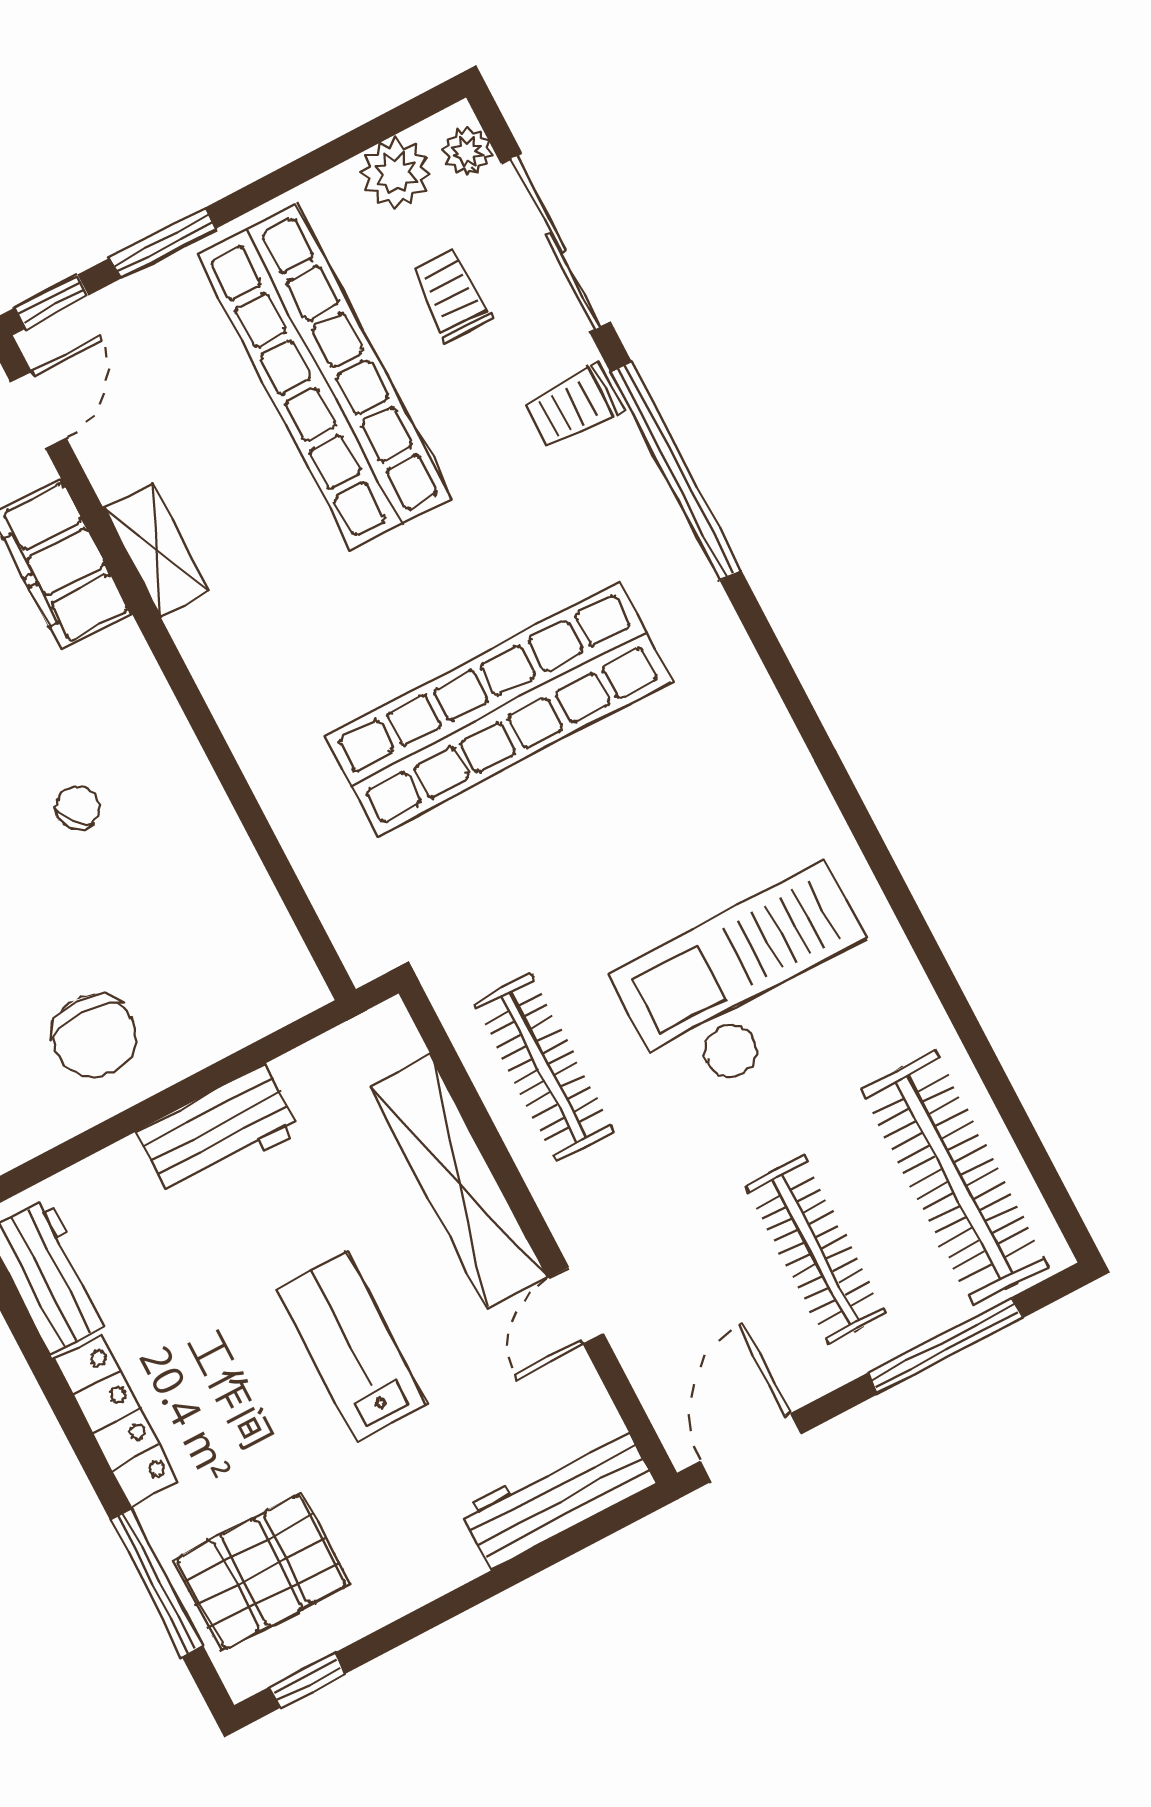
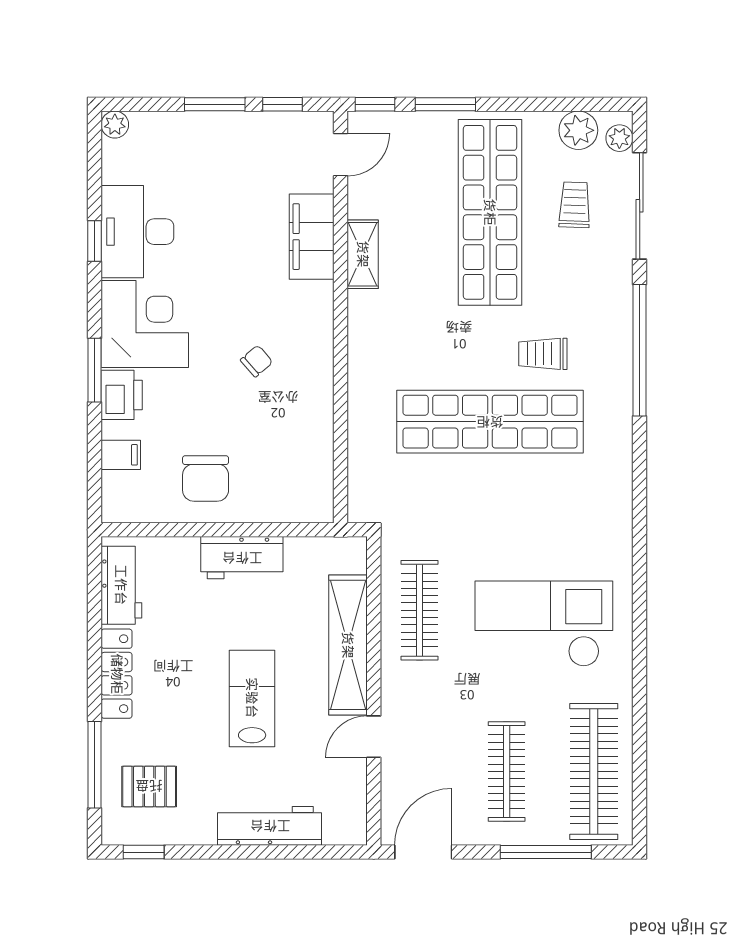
trolley: (573, 406) -> (543, 354), moved
workbench: (558, 1496) -> (270, 826), moved
pallet: (261, 1572) -> (149, 786), width x0.67, depth x0.71

